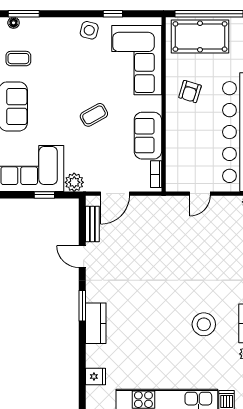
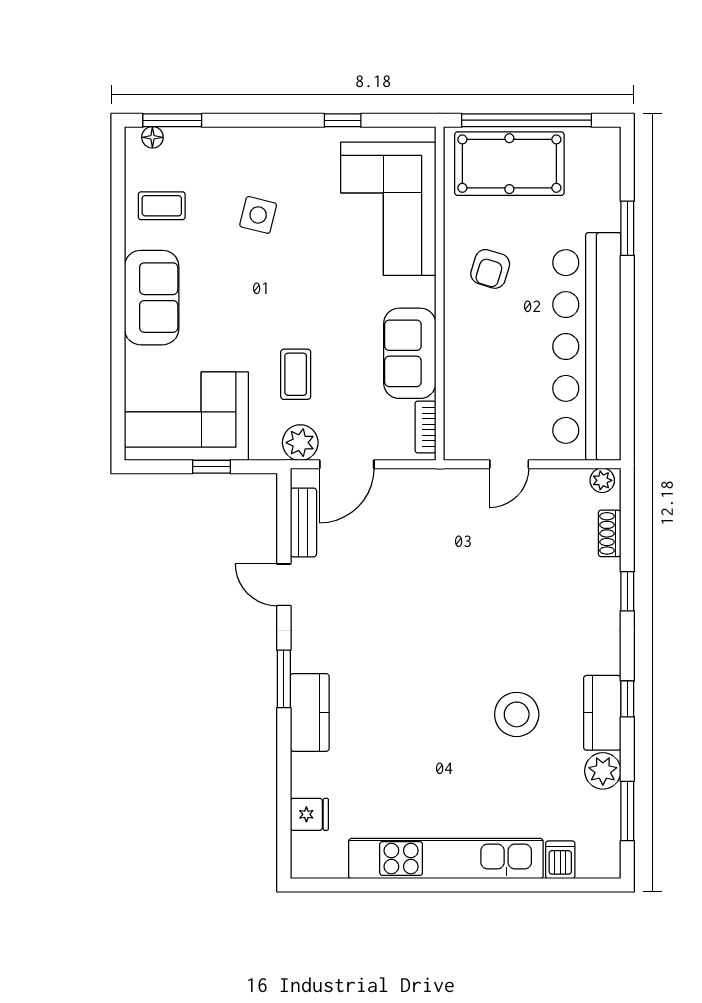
side table: (89, 30) -> (258, 215), moved
coffee table: (94, 115) -> (296, 374), moved, turned -61
plant: (74, 182) -> (300, 443), moved

